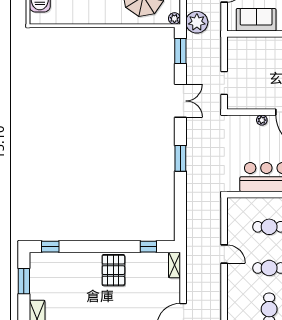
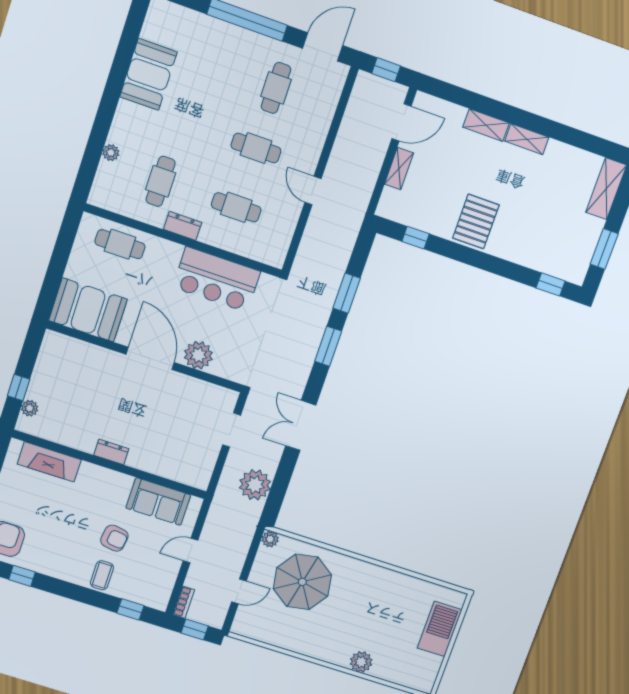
plant: (197, 22) -> (255, 485), moved
window: (180, 51) -> (347, 293), moved
plant: (262, 120) -> (198, 355), width x1.87, depth x1.87
shelving: (174, 265) -> (399, 169), moved

